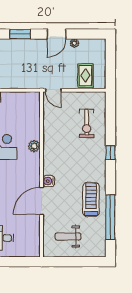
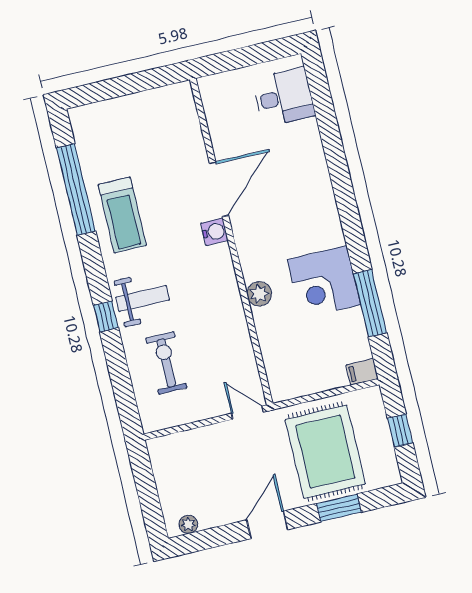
plant: (74, 43) -> (188, 524), moved
rug: (85, 76) -> (325, 452), moved, width x1.86, depth x2.06
weight bench: (68, 236) -> (143, 298), moved

